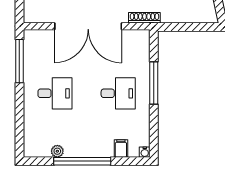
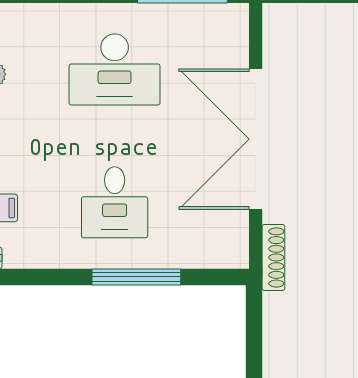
desk: (55, 93) -> (115, 69), width x1.37

